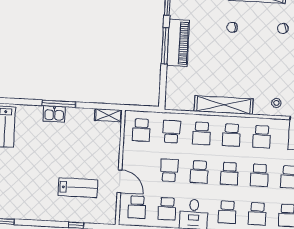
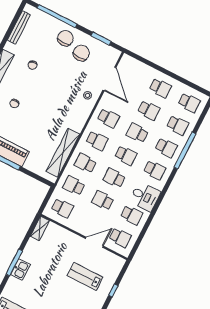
shelving: (224, 105) -> (63, 153), moved
school desk: (201, 133) -> (85, 163), turned 180
school desk: (199, 172) -> (114, 178), turned 180
school desk: (259, 175) -> (137, 133), turned 180
lab bench: (78, 188) -> (85, 276), turned -90

